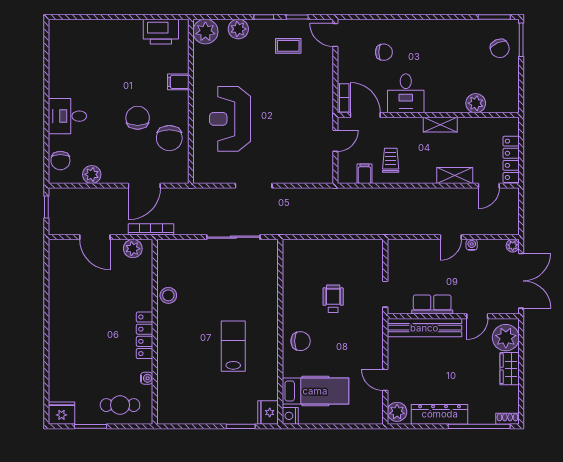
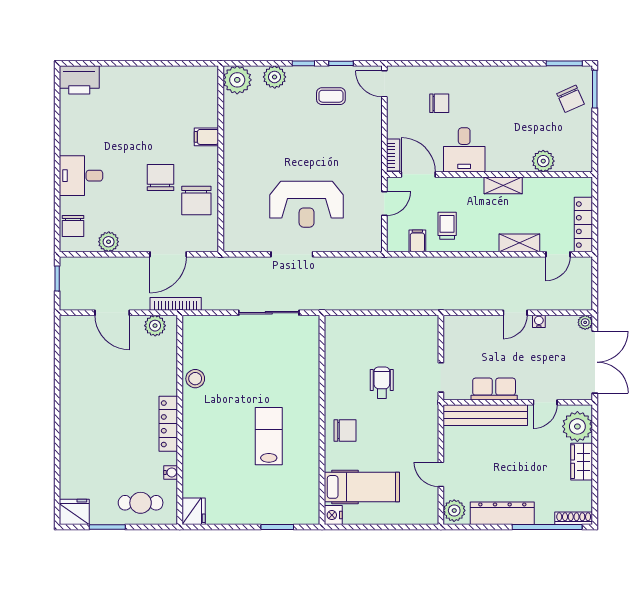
printer: (161, 32) -> (79, 80), moved
reception desk: (230, 119) -> (307, 204), moved, turned -90
fridge: (268, 413) -> (194, 511), moved, turned 180
shoe rack: (507, 419) -> (574, 518), width x1.43

